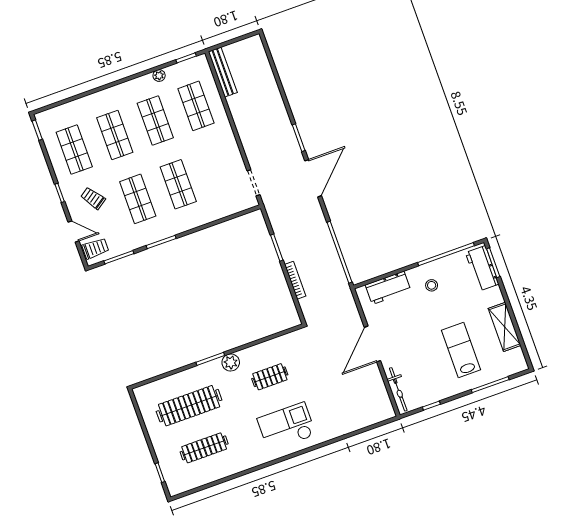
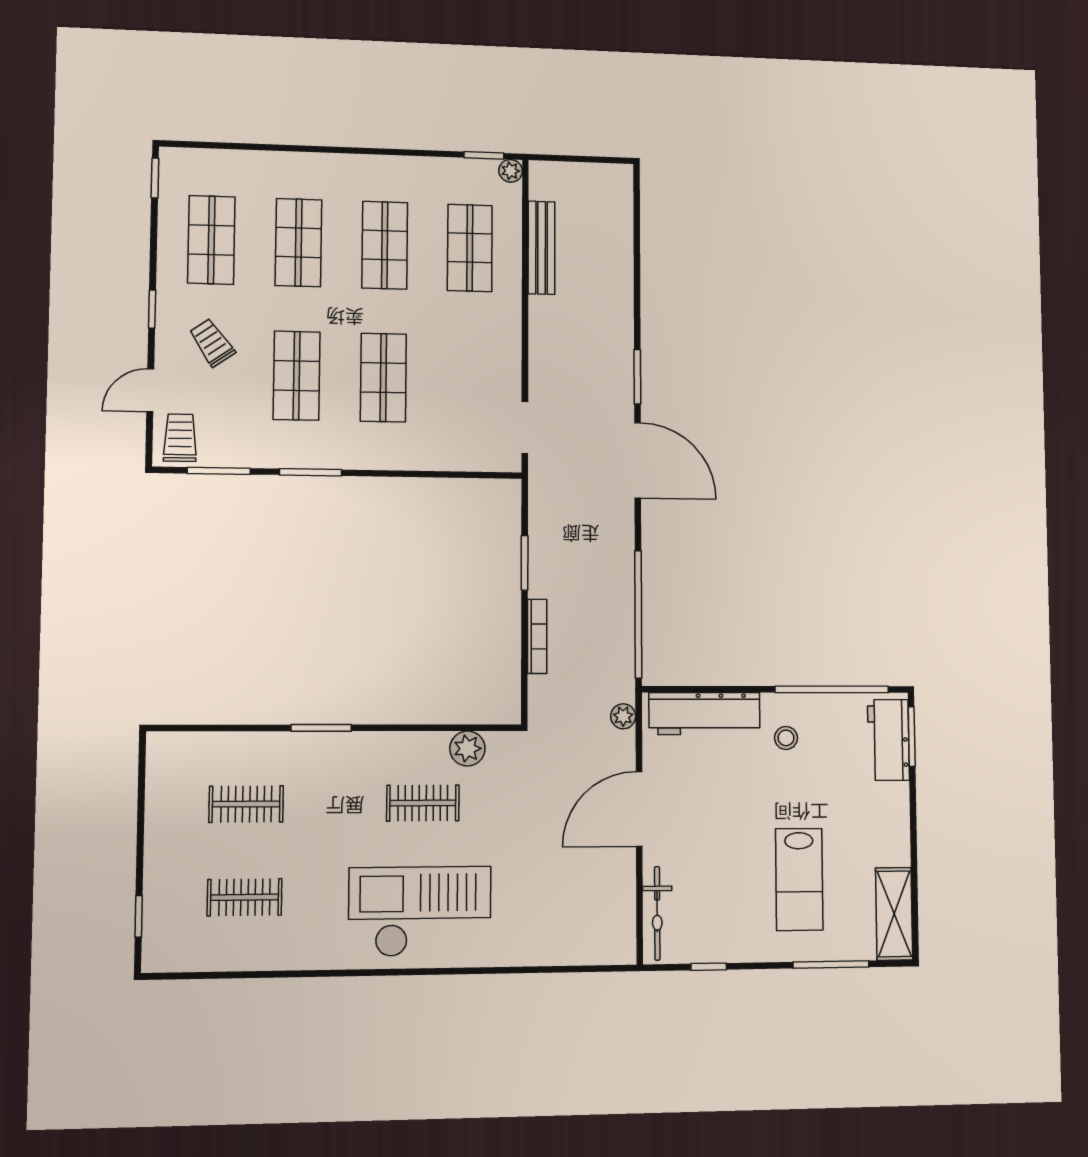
bench: (223, 72) -> (542, 248), moved
plant: (159, 76) -> (511, 171), moved
door: (313, 178) -> (638, 460), hinge flipped
door: (73, 231) -> (150, 390), swing flipped
trolley: (95, 248) -> (180, 438), turned -90
workbench: (388, 288) -> (704, 713), width x1.37
plant: (349, 303) -> (623, 716), added
shelving: (505, 327) -> (894, 914), moved
lab bench: (461, 350) -> (799, 879), turned 180
plant: (231, 362) -> (467, 748), moved
clothes rail: (189, 406) -> (246, 804), width x0.54, depth x0.76
checkout: (287, 427) -> (420, 911), width x1.36, depth x1.21
clothes rail: (204, 448) -> (245, 897), width x0.73

